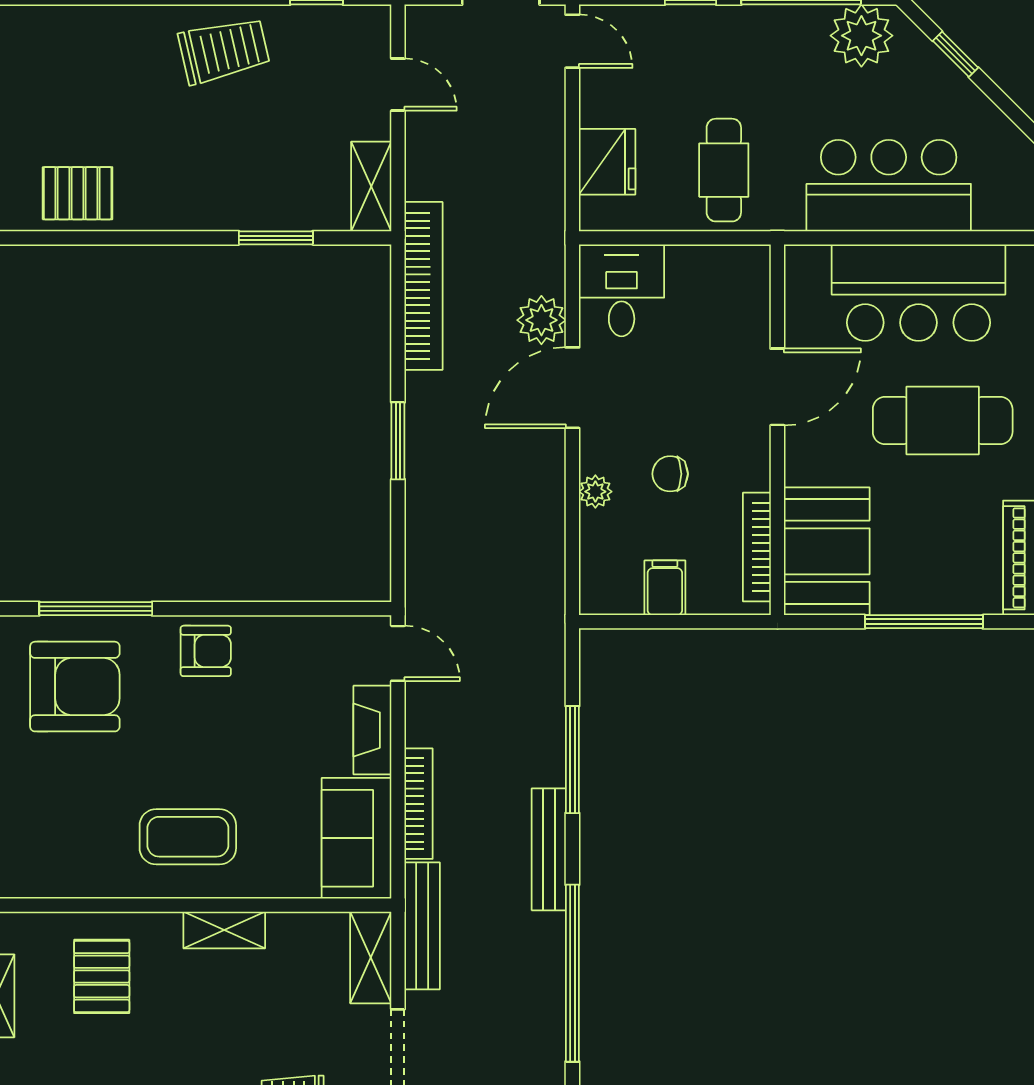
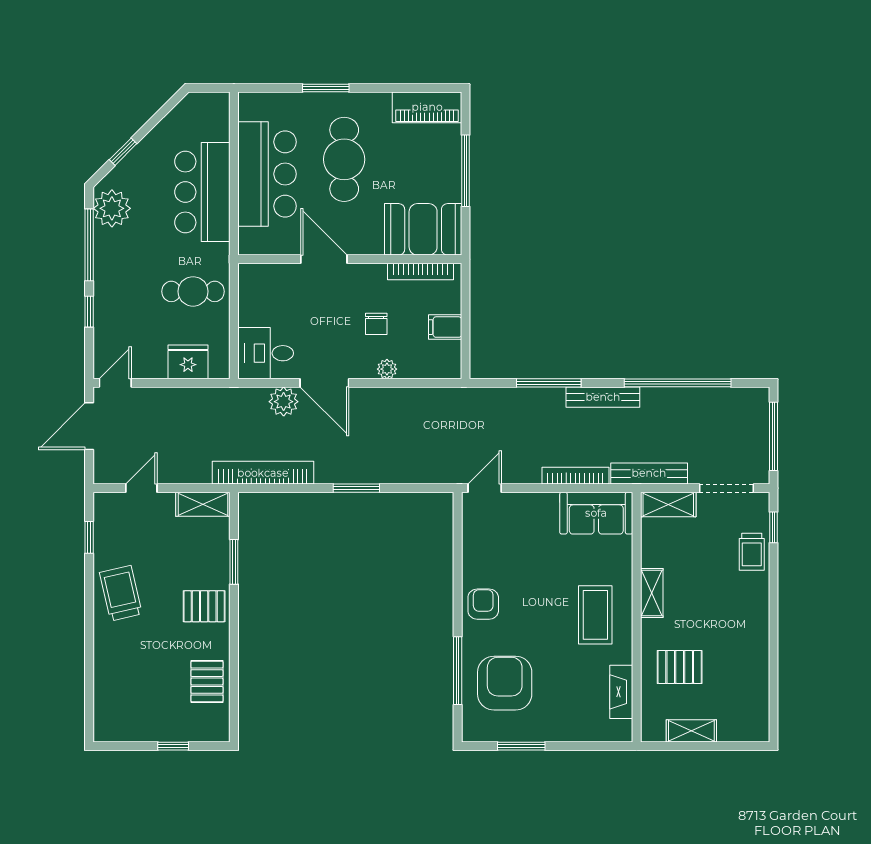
pallet: (202, 189) -> (204, 606), added
fireplace: (372, 730) -> (621, 692), moved, turned 90

